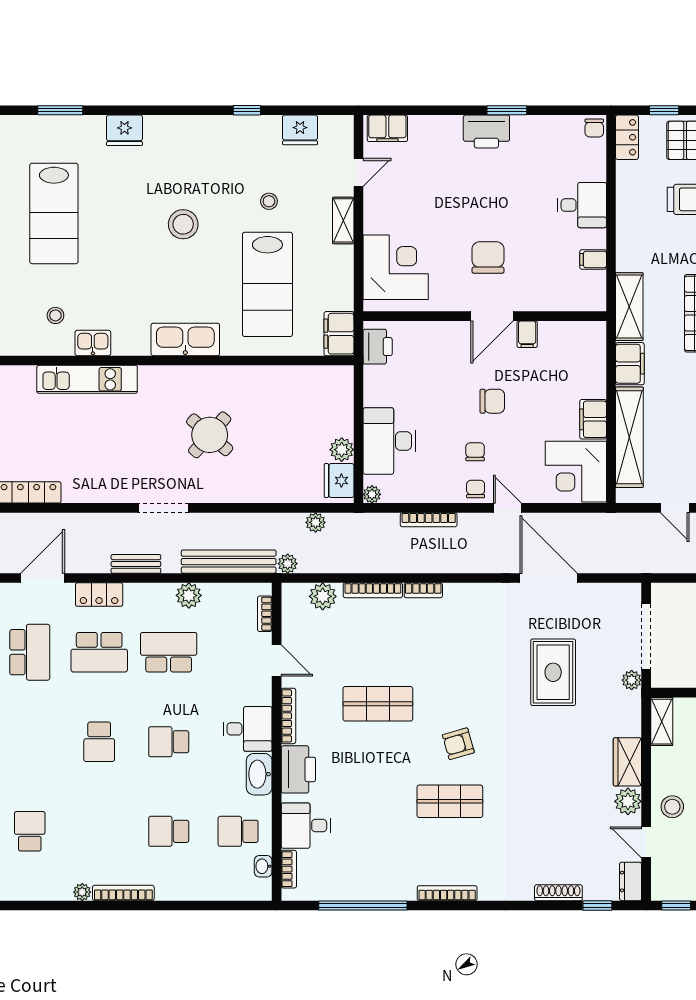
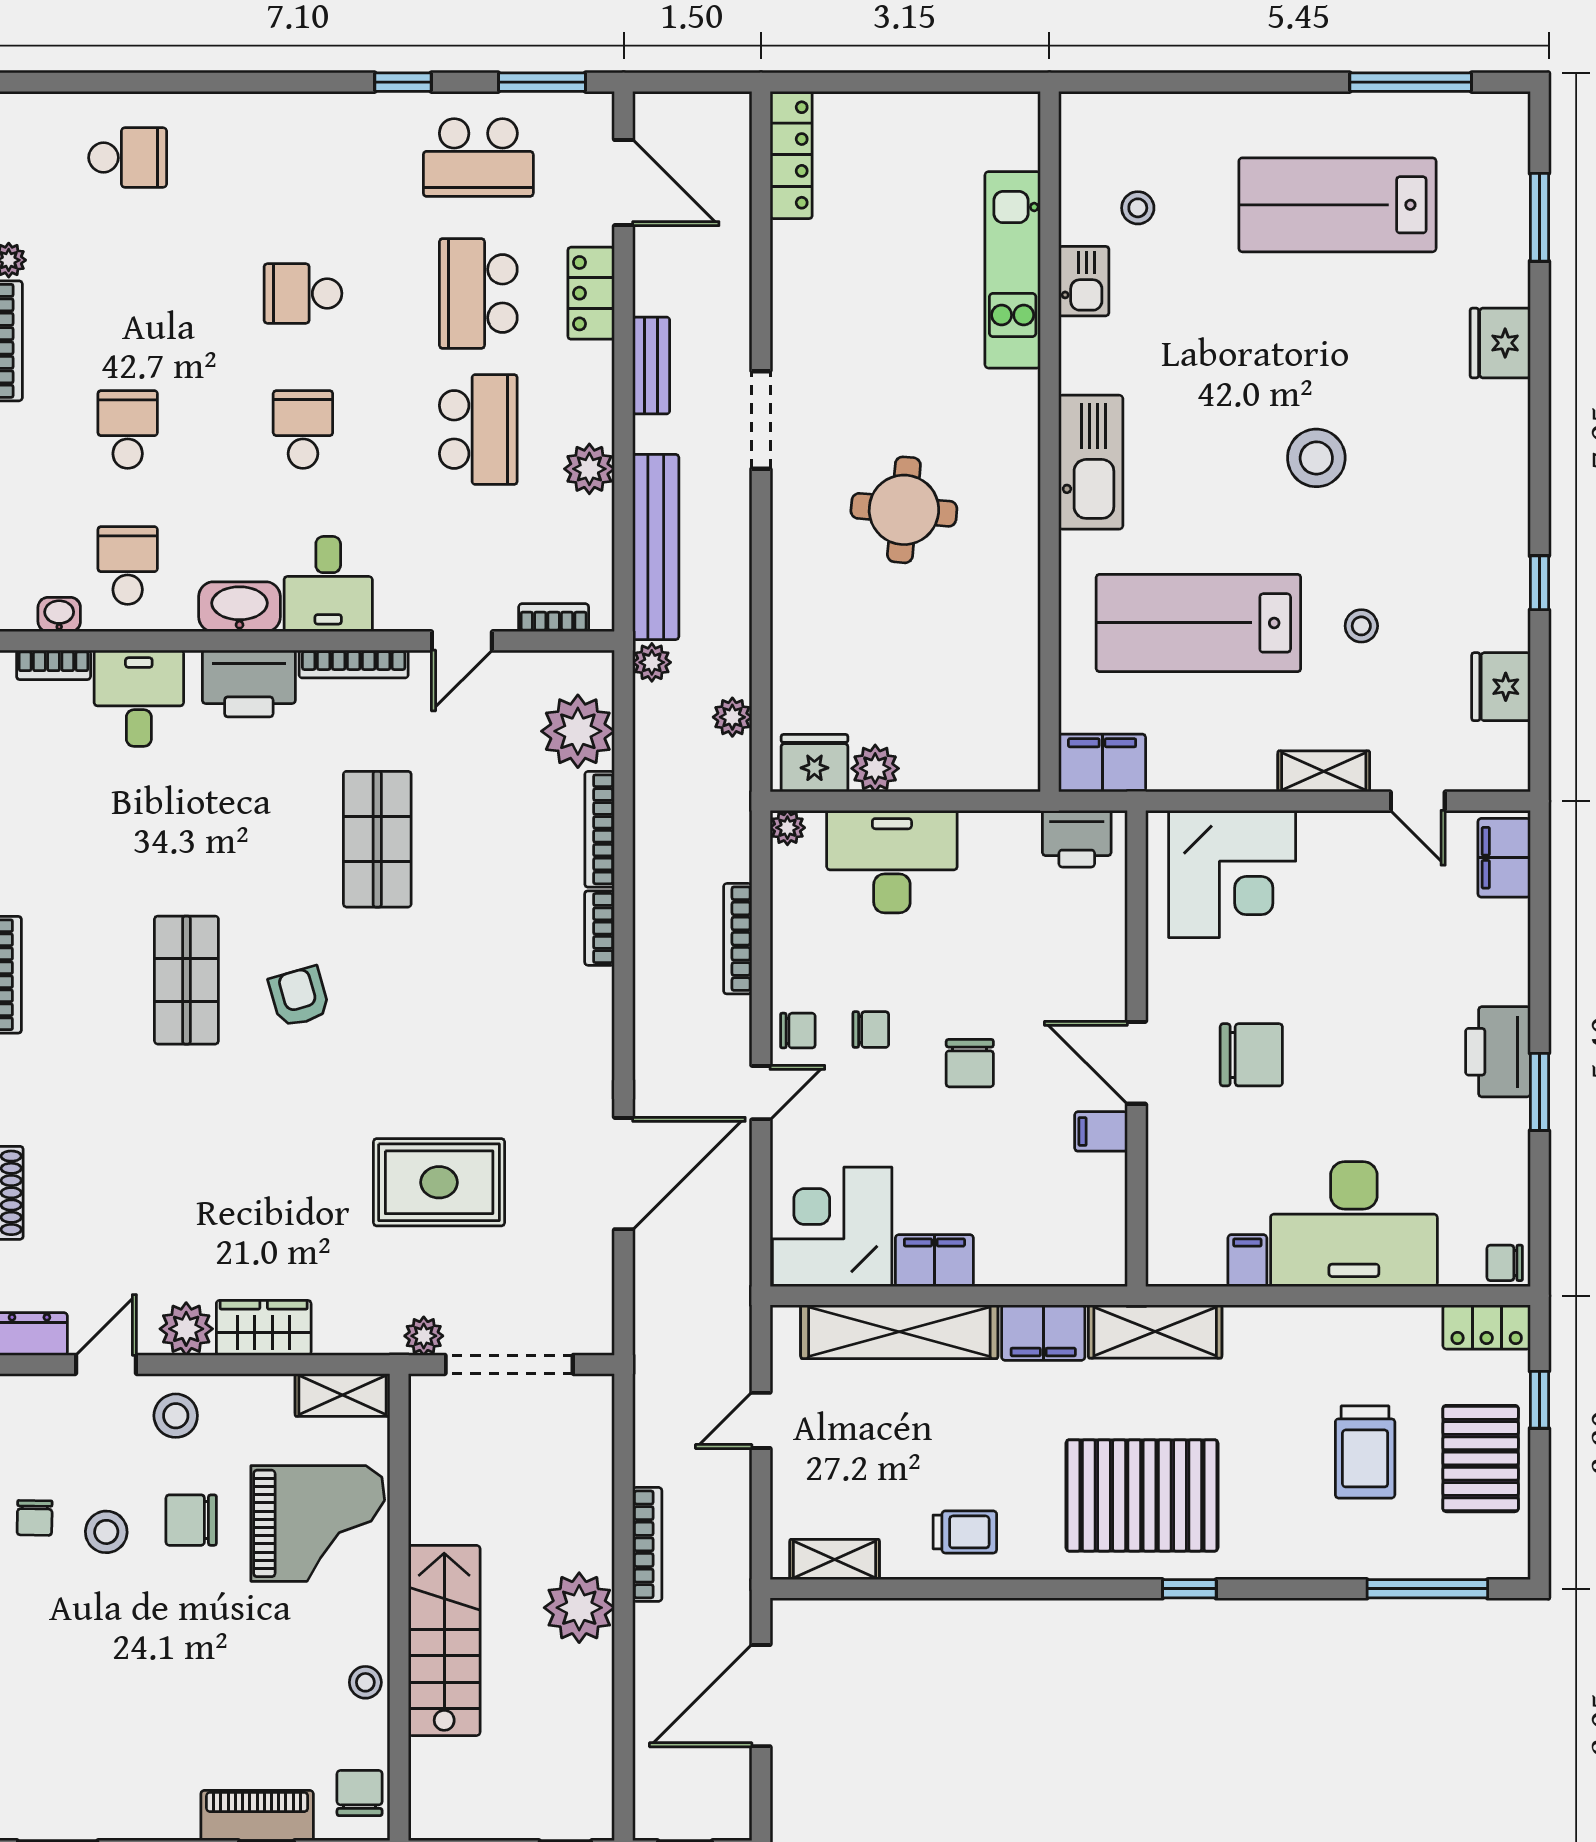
desk: (582, 205) -> (1354, 1224), width x1.87, depth x1.30
round table: (210, 435) -> (904, 510), turned -36
plant: (323, 596) -> (578, 731), width x1.36, depth x1.36

